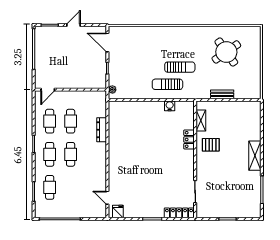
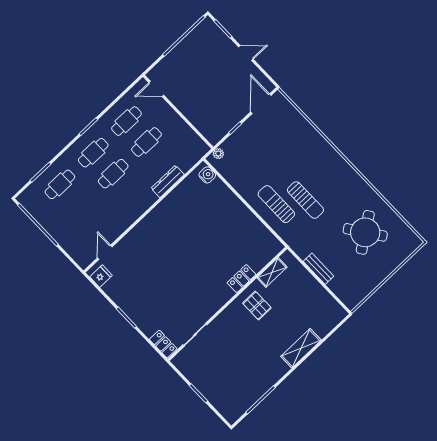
water cooler: (170, 106) -> (207, 175), moved
shelving: (255, 156) -> (301, 348), moved
locker: (179, 213) -> (163, 344), width x0.66

